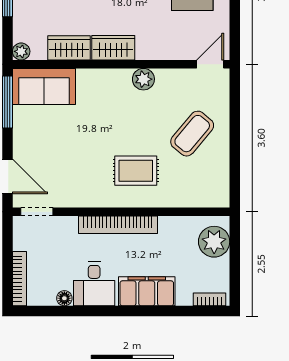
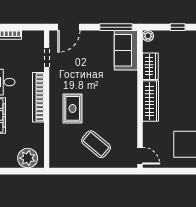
wardrobe: (113, 48) -> (150, 101), width x1.50
plant: (143, 79) -> (130, 113), removed
doorway: (37, 212) -> (47, 57), moved

